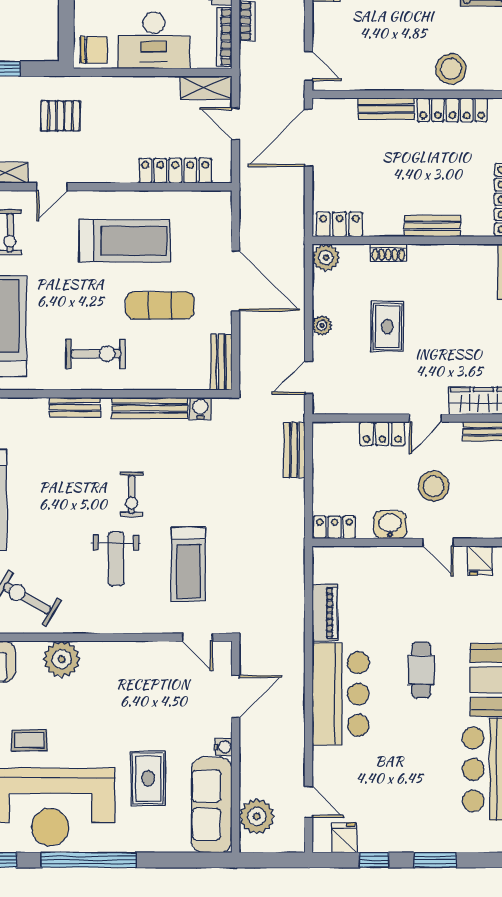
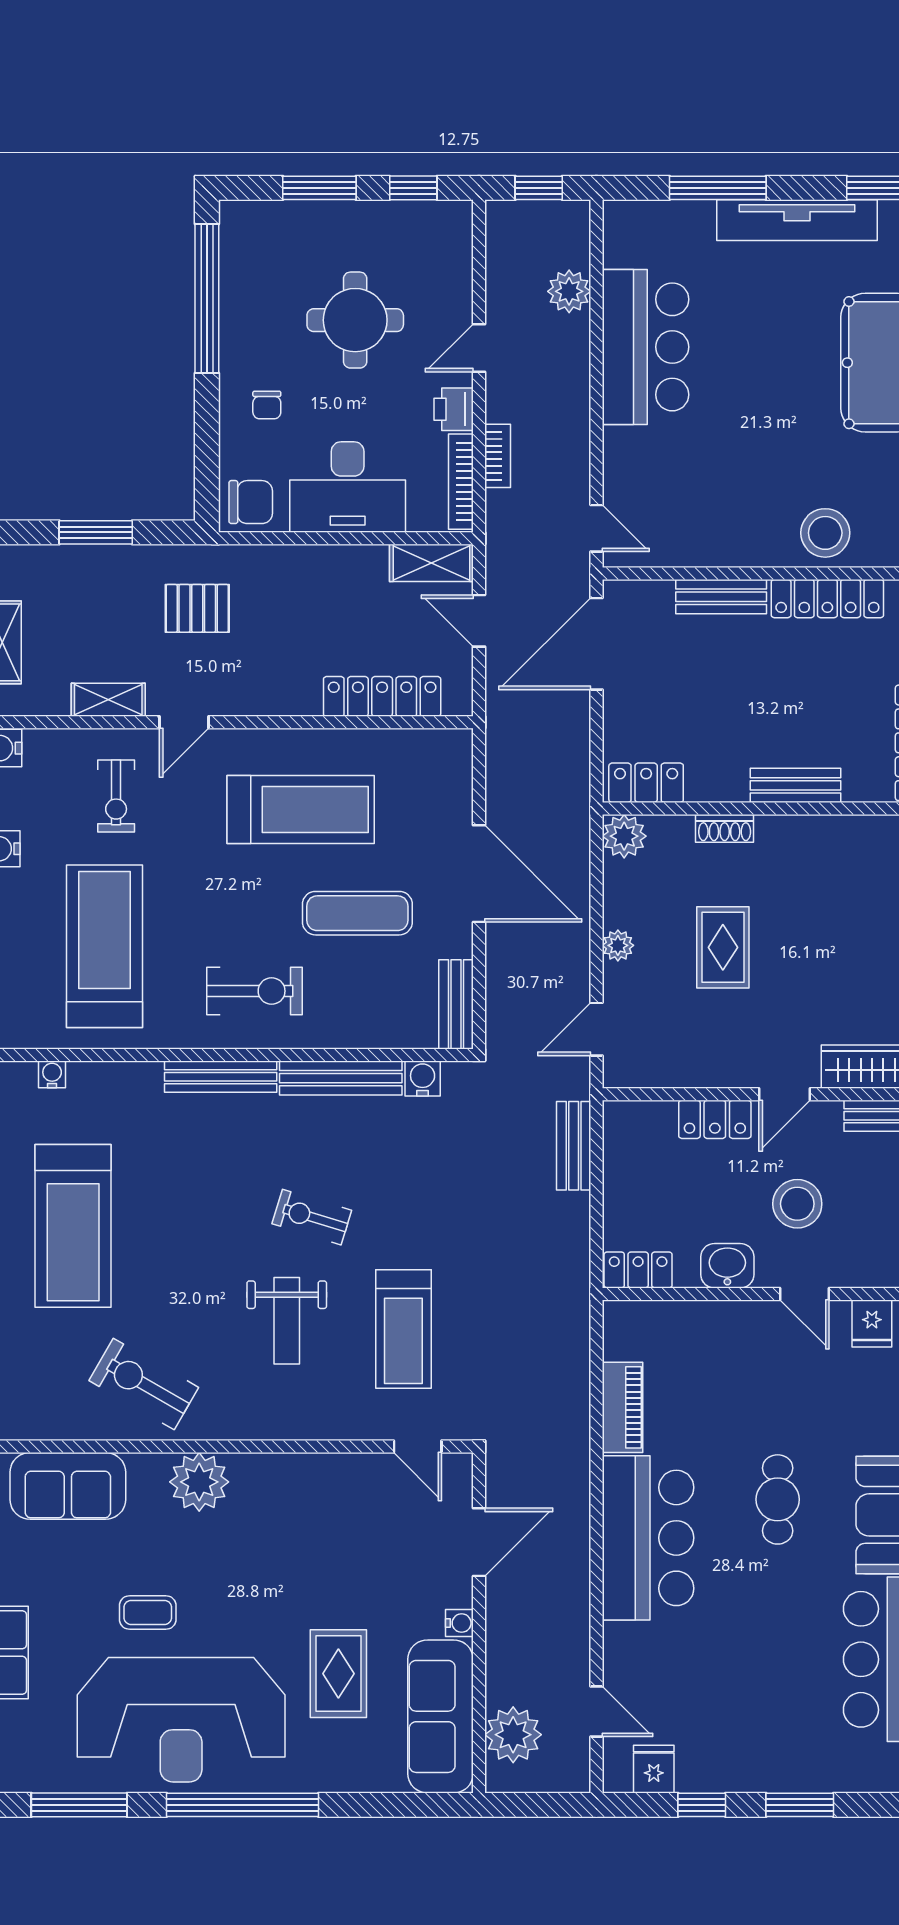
bench: (75, 407) -> (221, 1077), width x1.36
exercise bike: (132, 494) -> (312, 1217), turned 107

